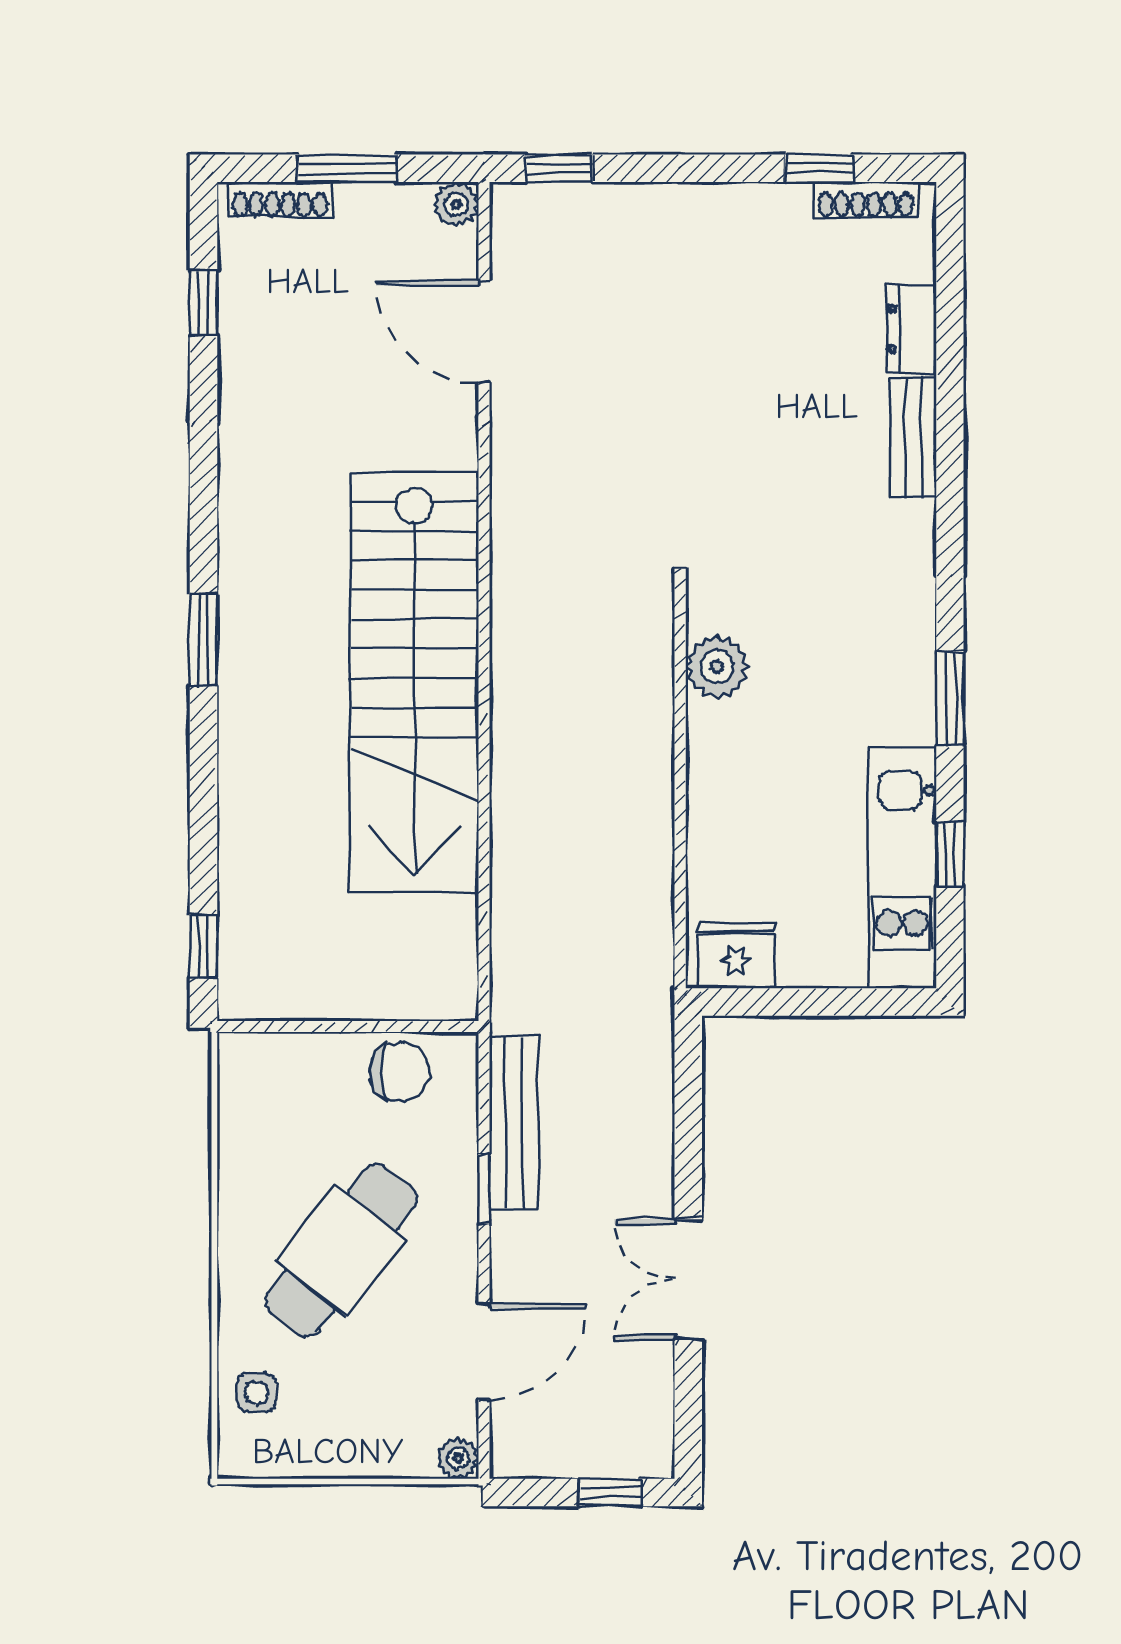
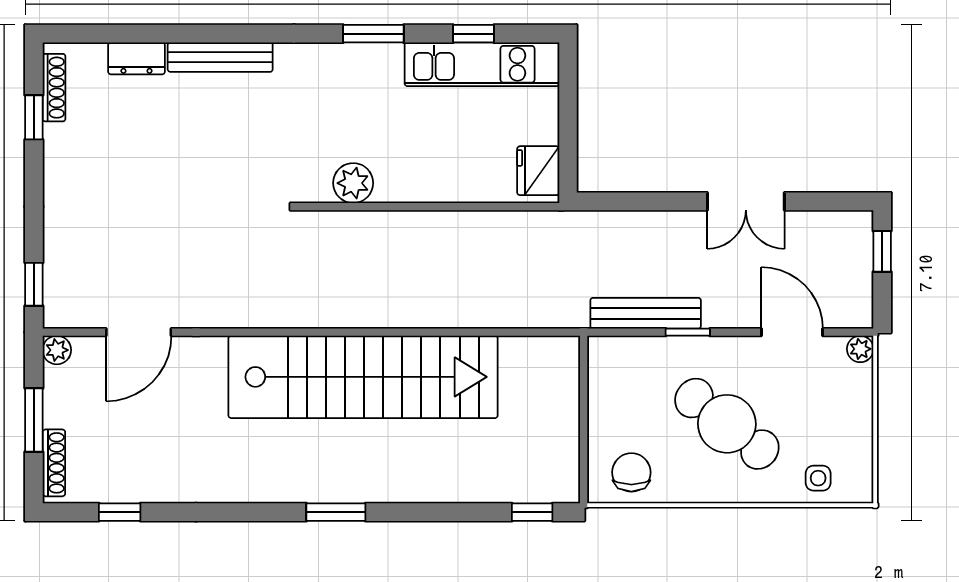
bench: (913, 437) -> (220, 57), width x1.36
chair: (400, 1072) -> (631, 472), moved

